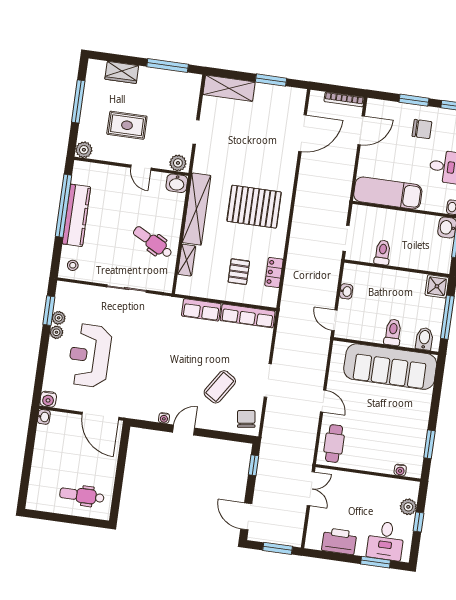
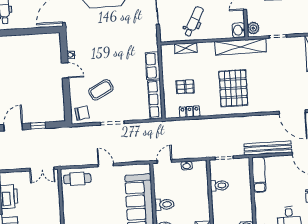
bench: (345, 176) -> (268, 148), added
exam couch: (388, 193) -> (259, 175), width x0.73, depth x0.69
shelving: (197, 209) -> (241, 47), moved
coffee table: (220, 387) -> (101, 90), turned -60
door: (323, 401) -> (106, 165), swing flipped
window: (253, 465) -> (38, 126), moved

